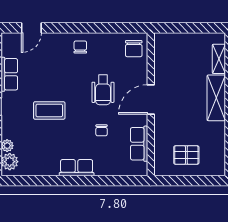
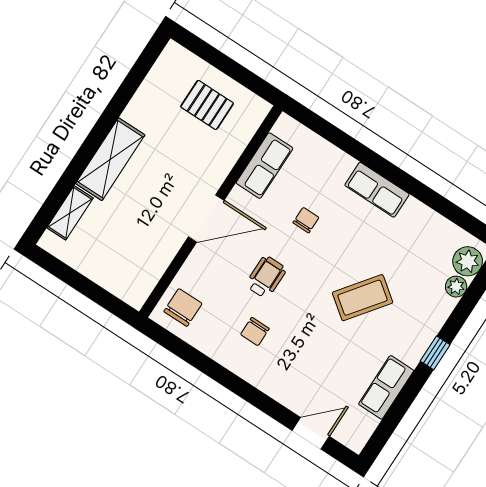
chair: (80, 47) -> (255, 331), moved
wheelchair: (103, 90) -> (266, 277), width x0.73, depth x0.73
coffee table: (49, 110) -> (363, 298), turned -53

